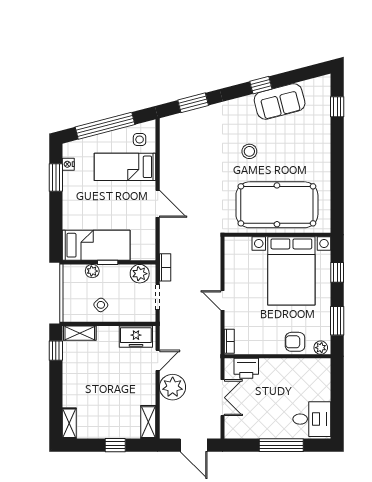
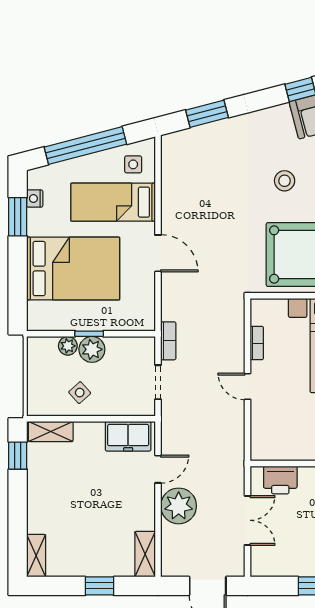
bed: (96, 245) -> (73, 269), moved, width x1.50
plant: (140, 274) -> (92, 349), moved
bookcase: (229, 341) -> (257, 343), moved

